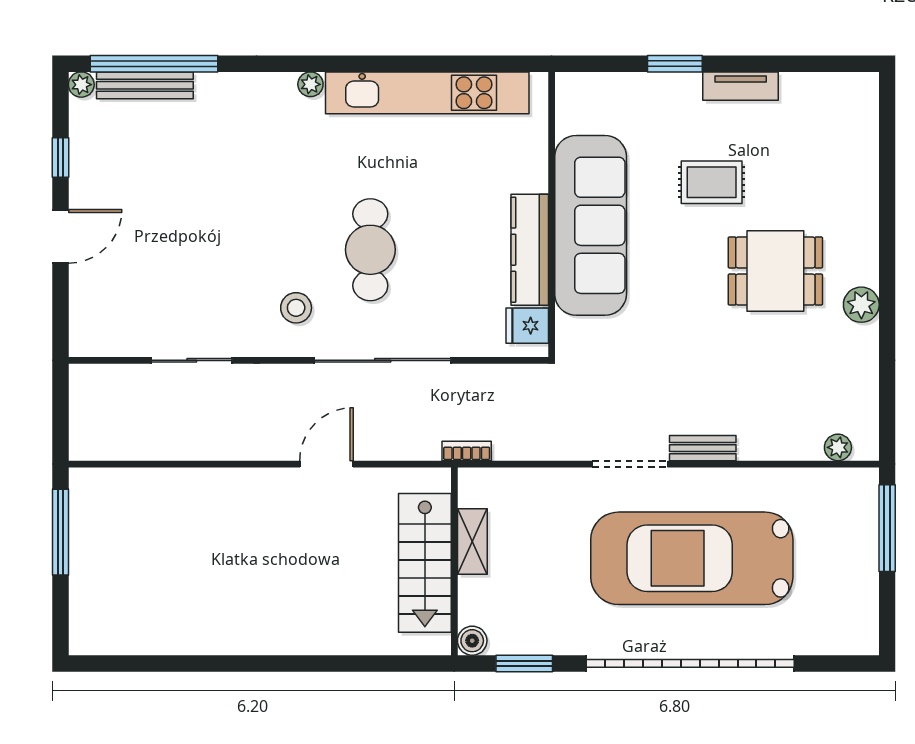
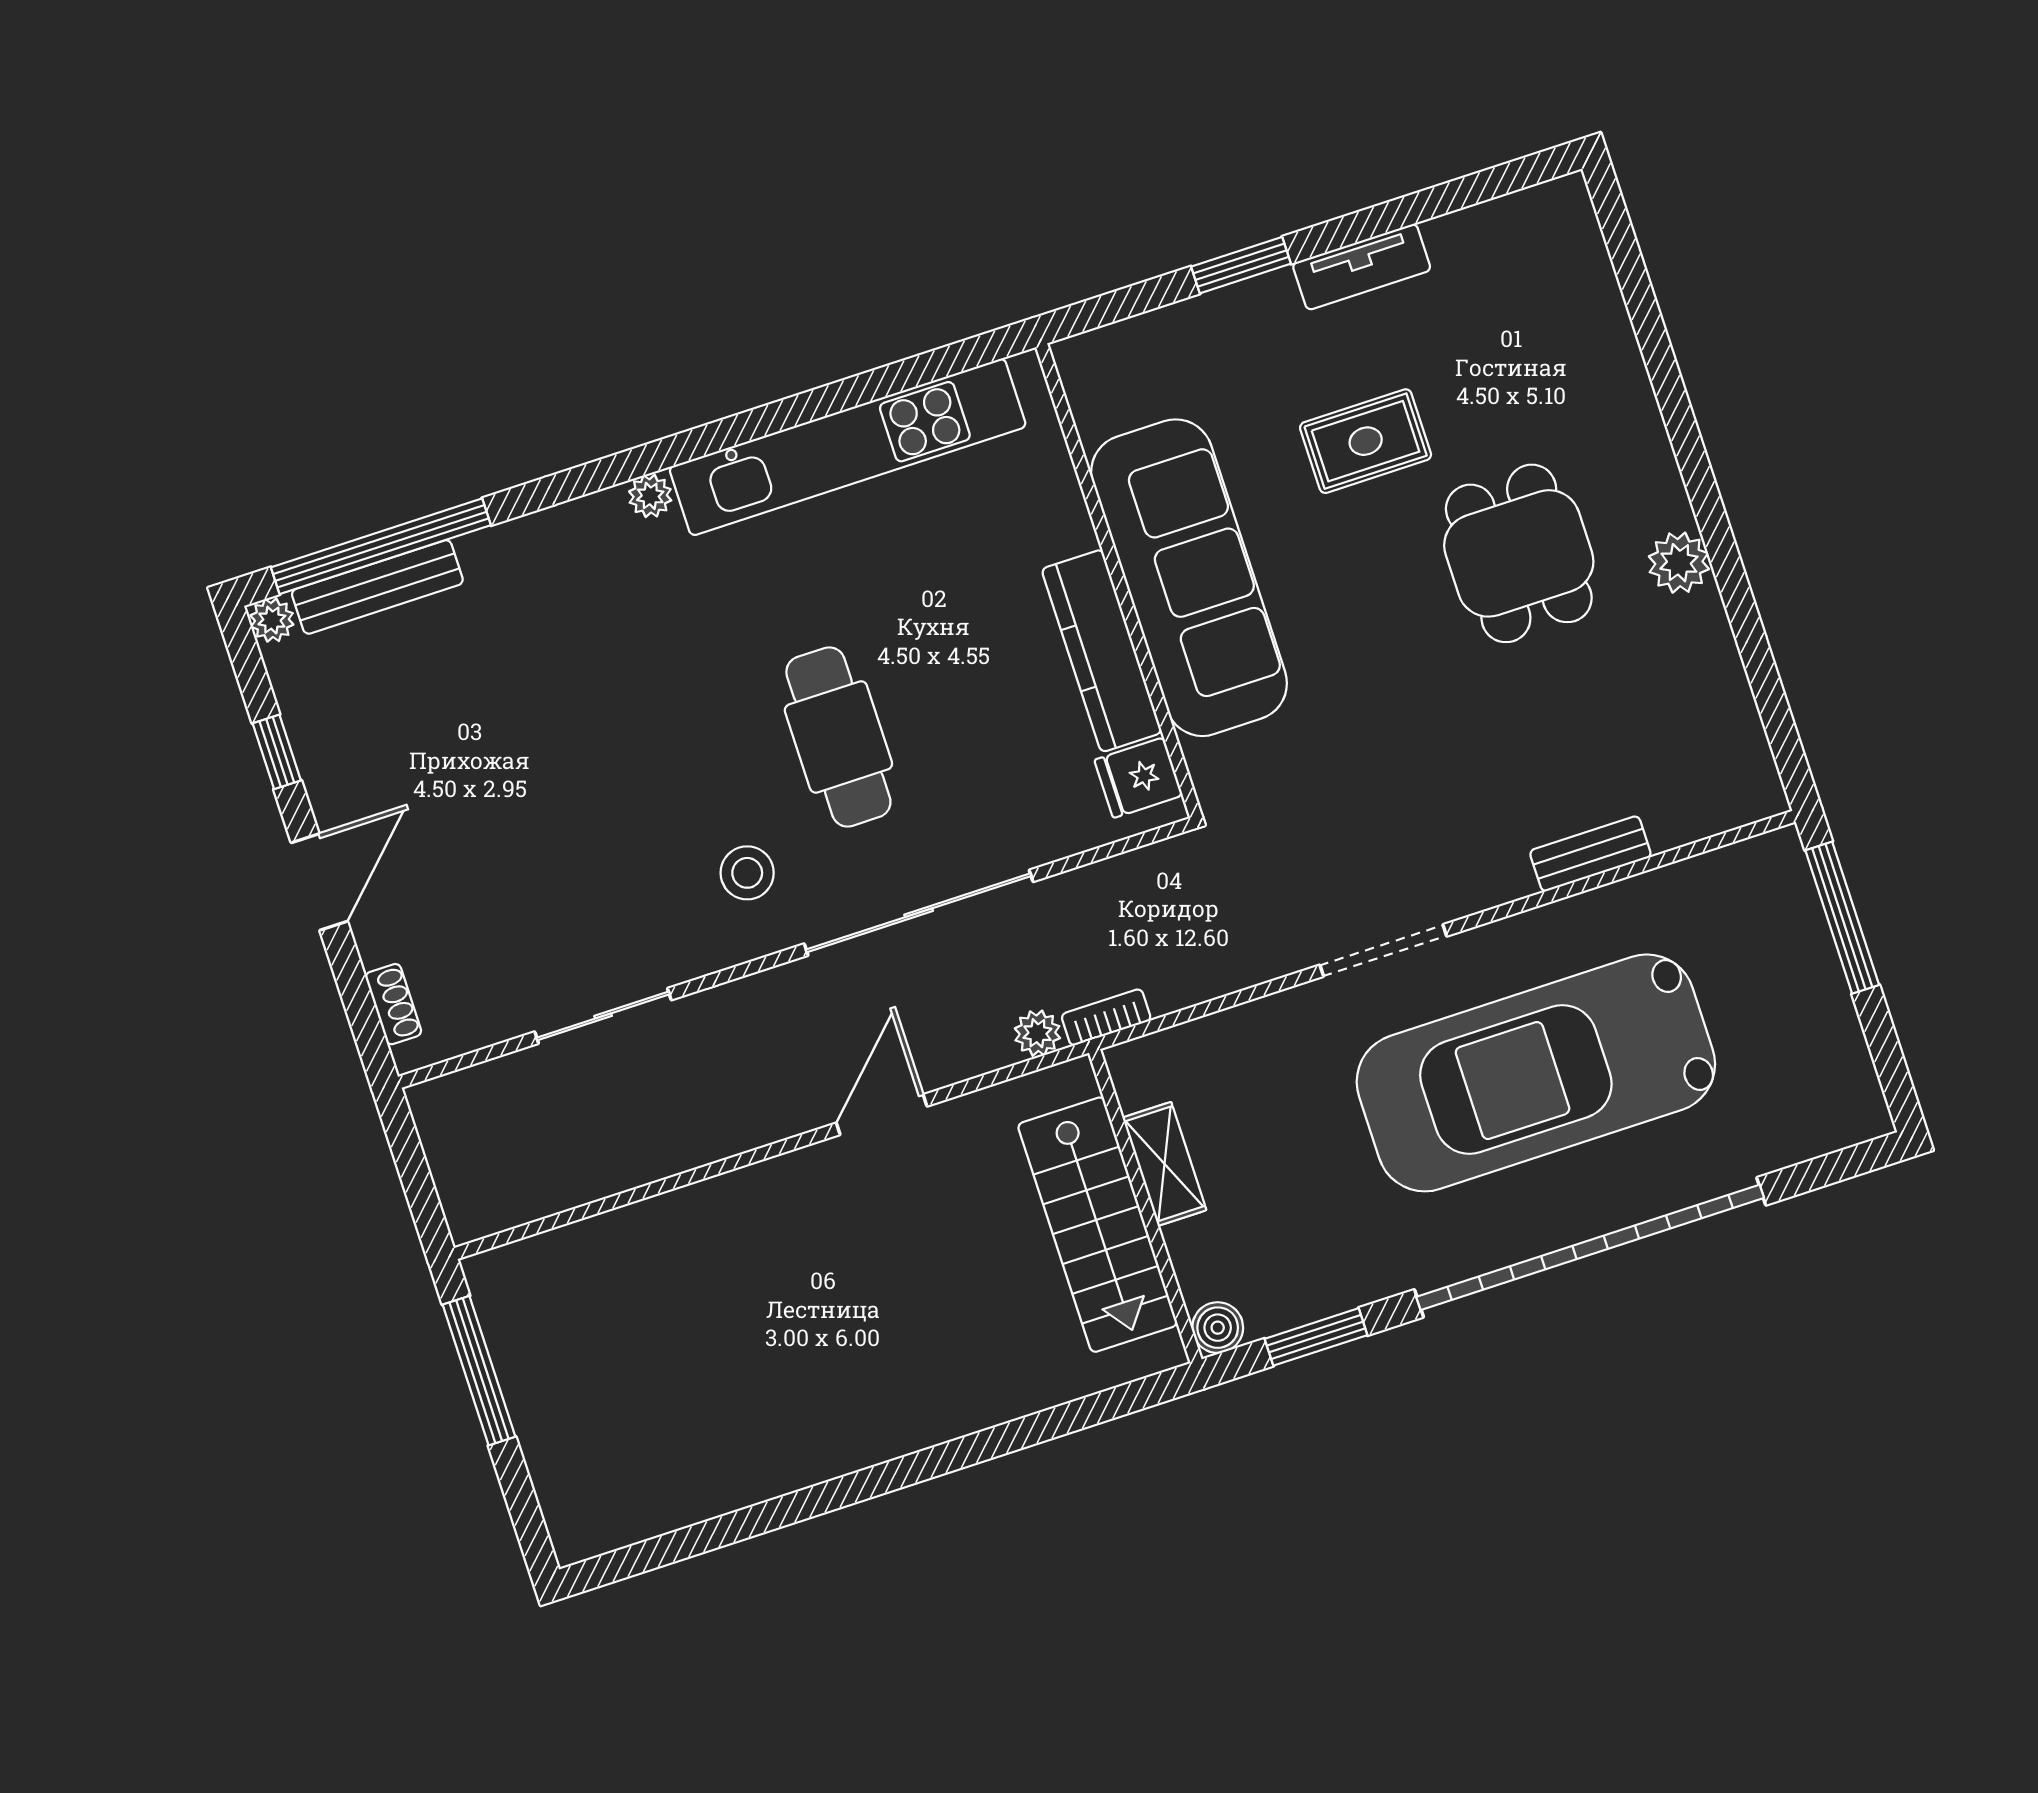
dining table: (775, 271) -> (1519, 553), turned 90
shoe rack: (79, 316) -> (393, 1004), added
plant: (838, 447) -> (1037, 1033), moved
bench: (703, 448) -> (1590, 854), moved

